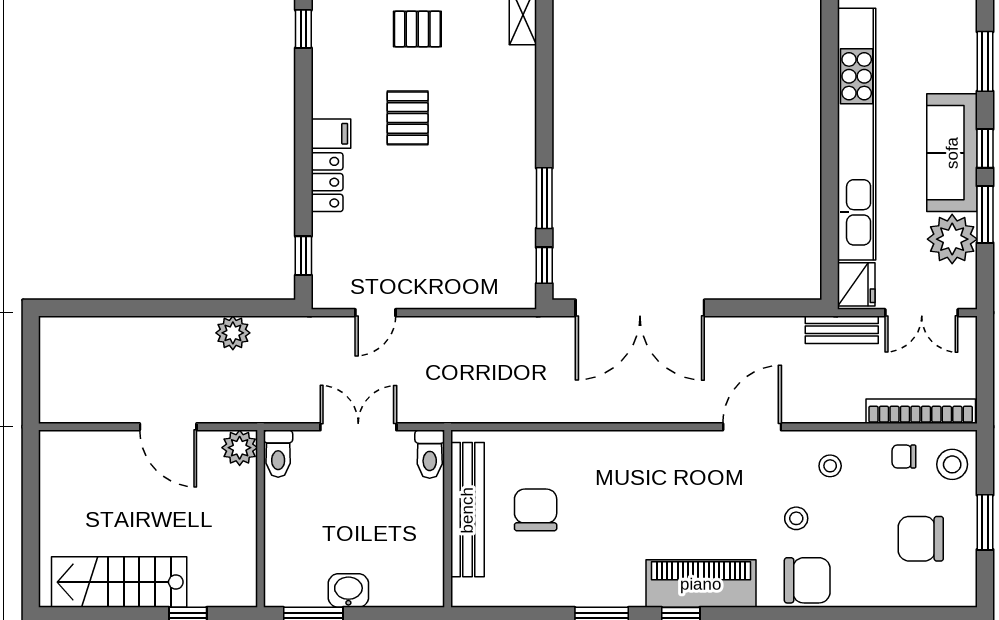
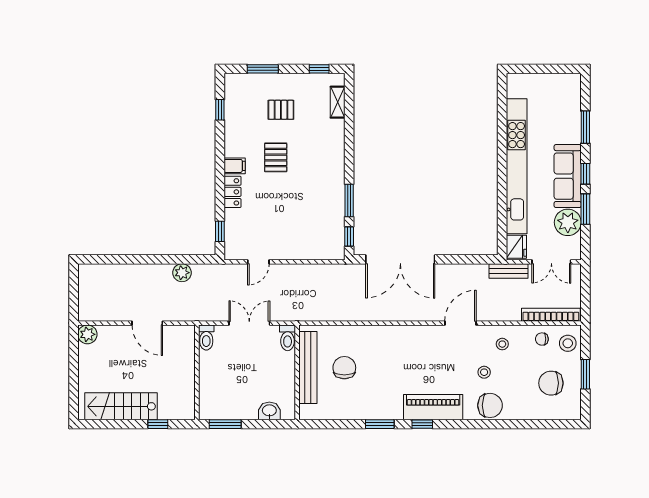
plant: (240, 448) -> (87, 334), moved
washbasin: (348, 591) -> (269, 411), moved

